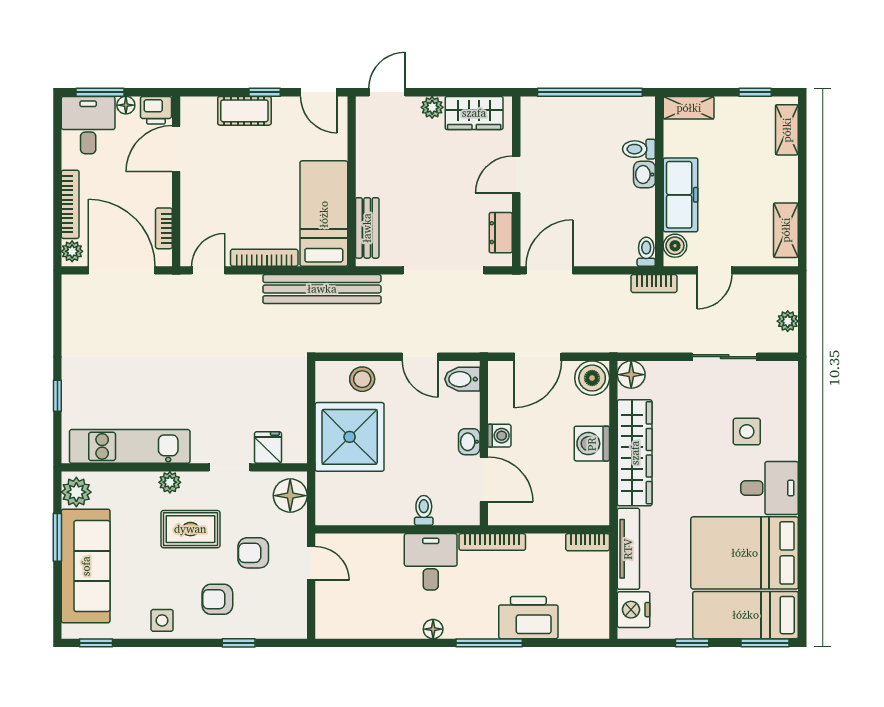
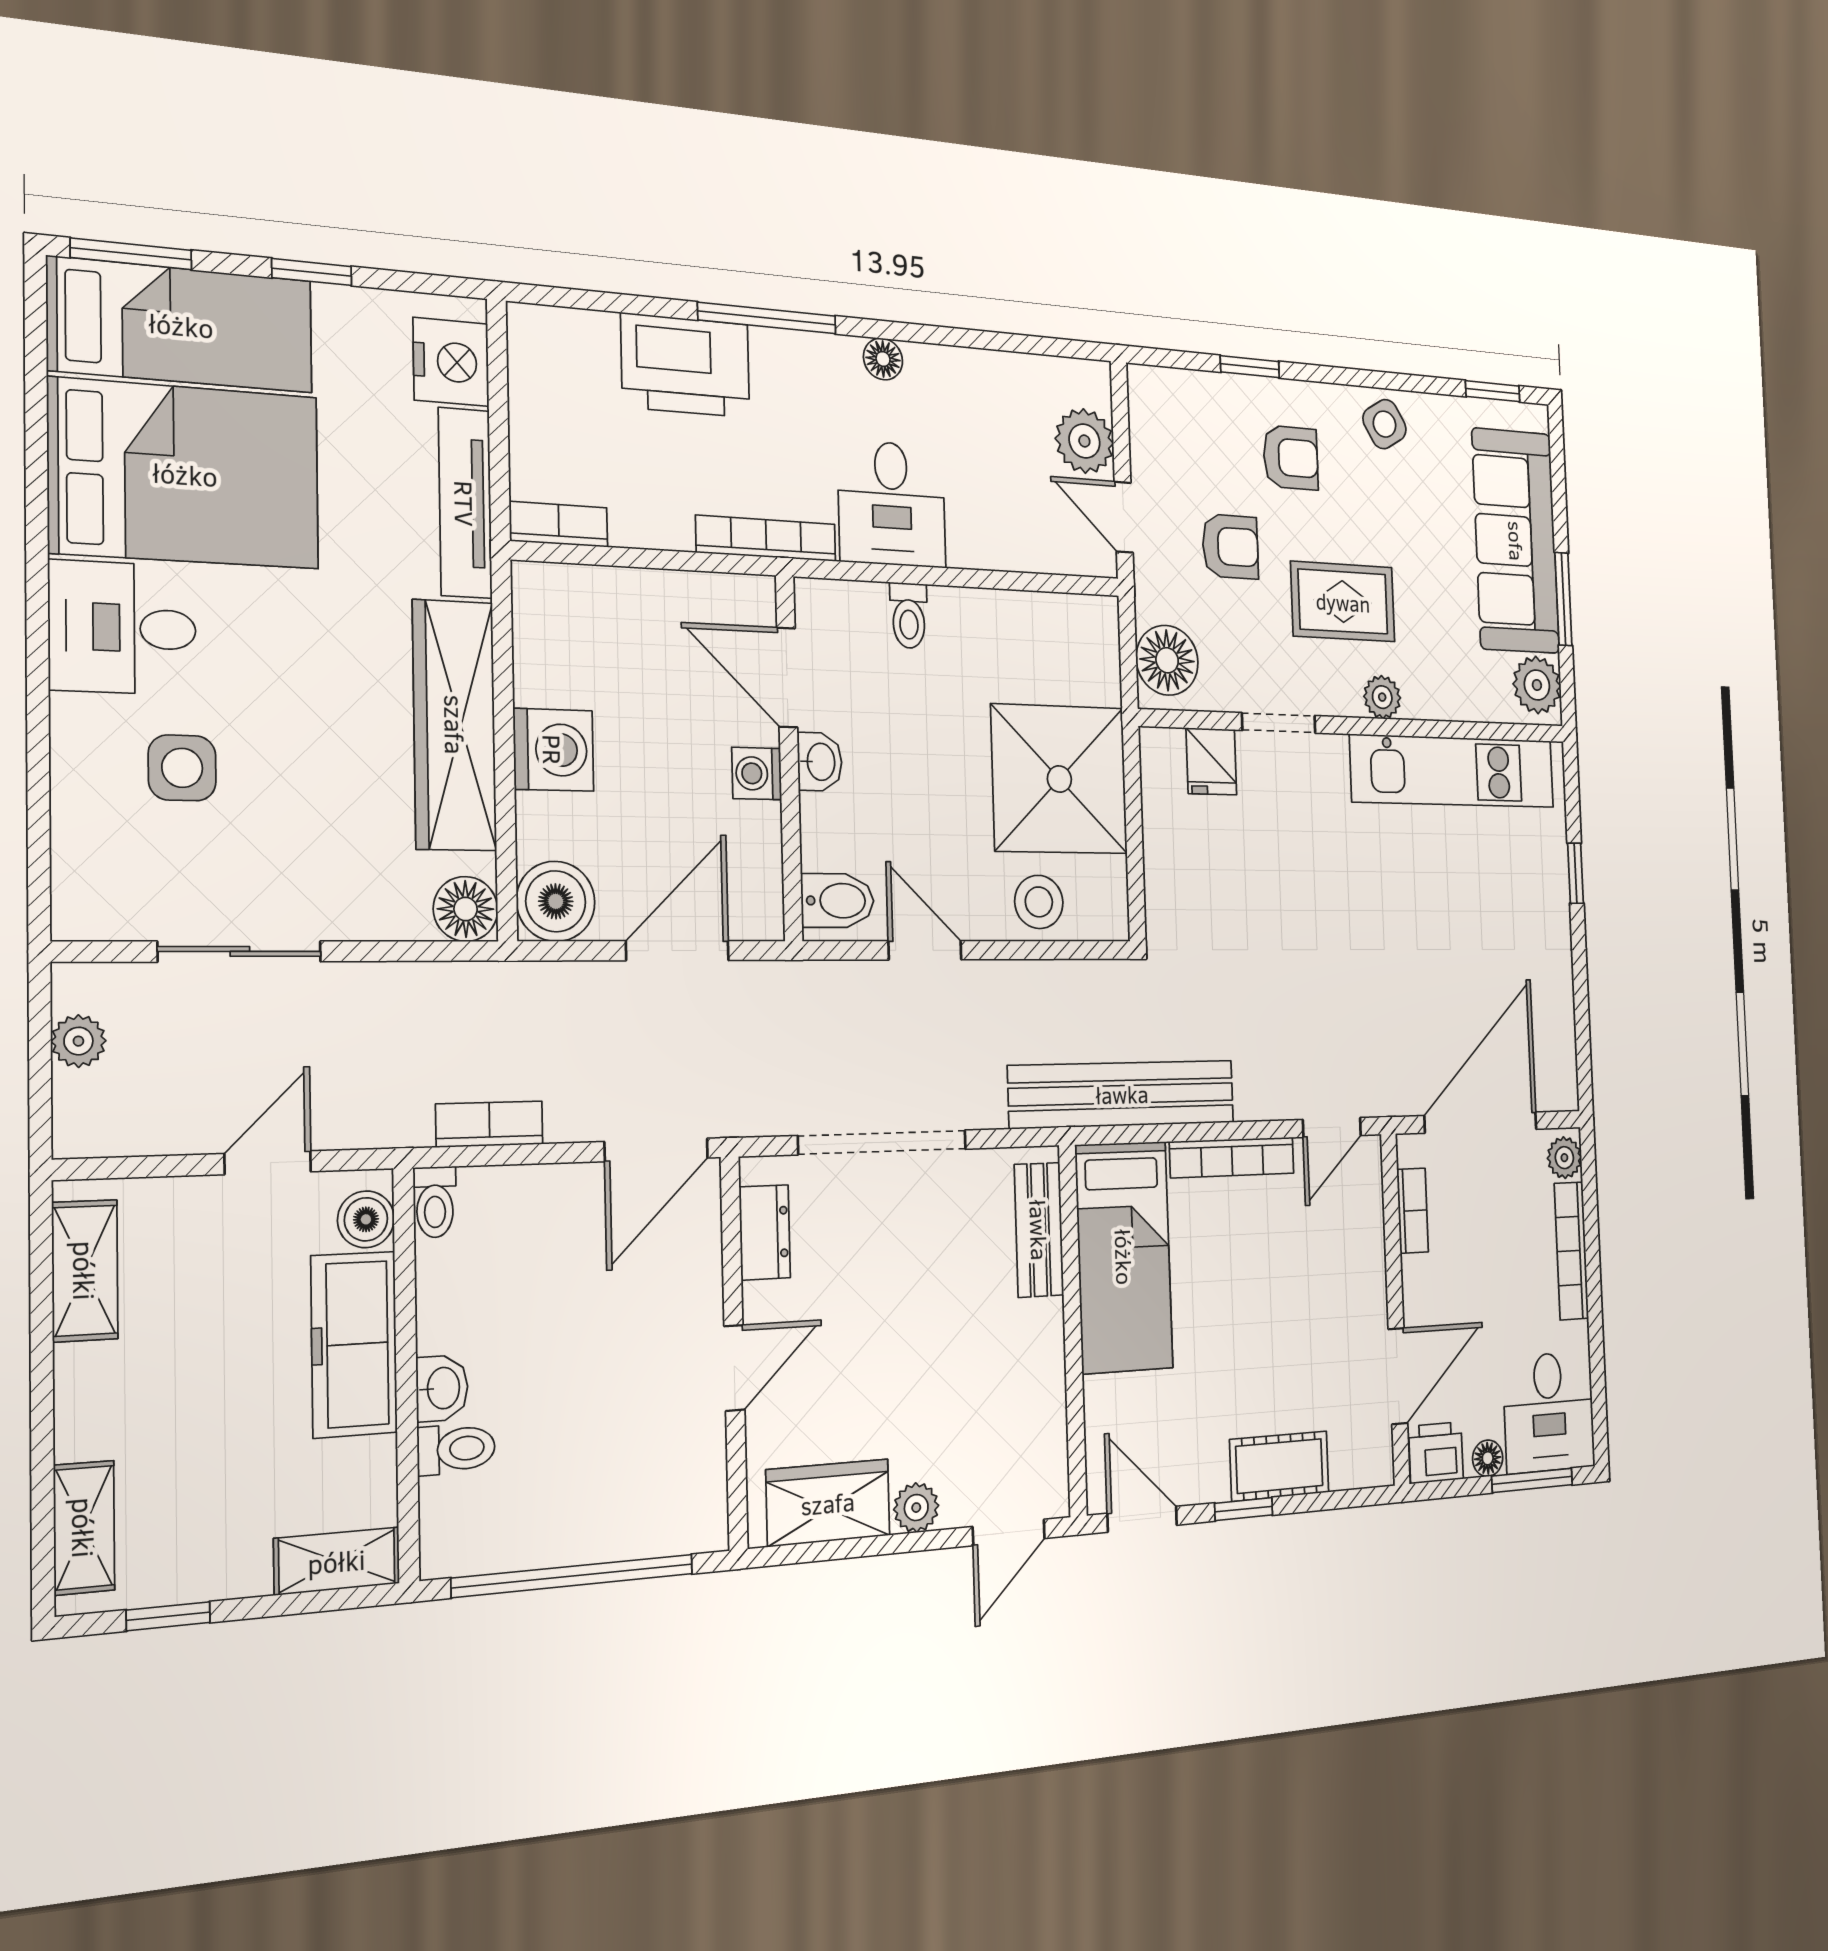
door: (122, 270) -> (1481, 1123), swing flipped
bookcase: (654, 284) -> (489, 1124), moved
plant: (331, 599) -> (1084, 441), added
side table: (162, 620) -> (1385, 424), turned -31

